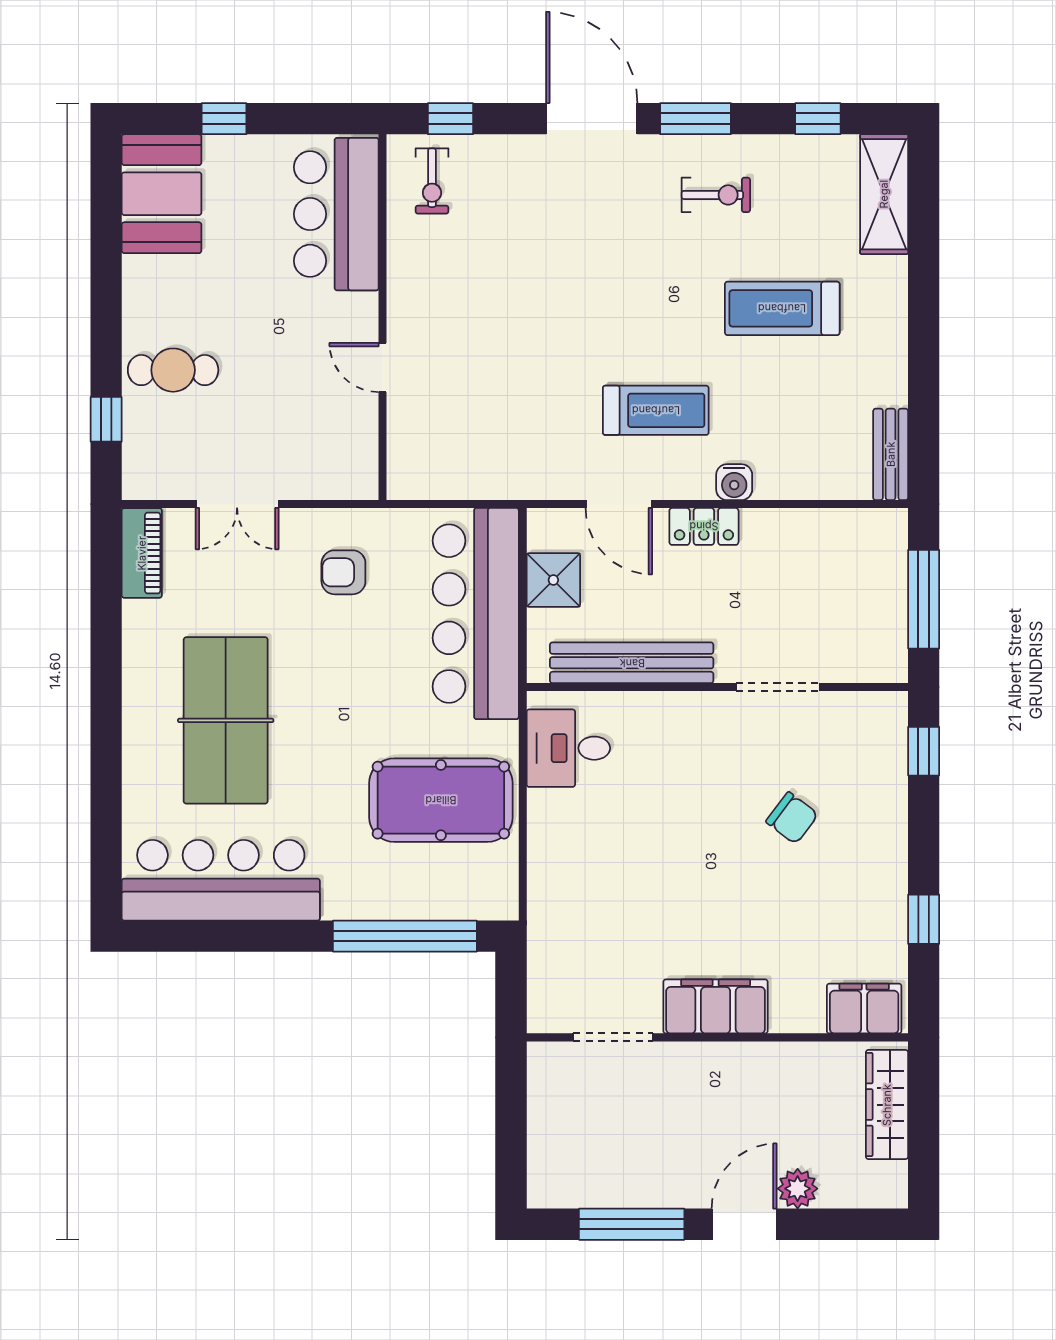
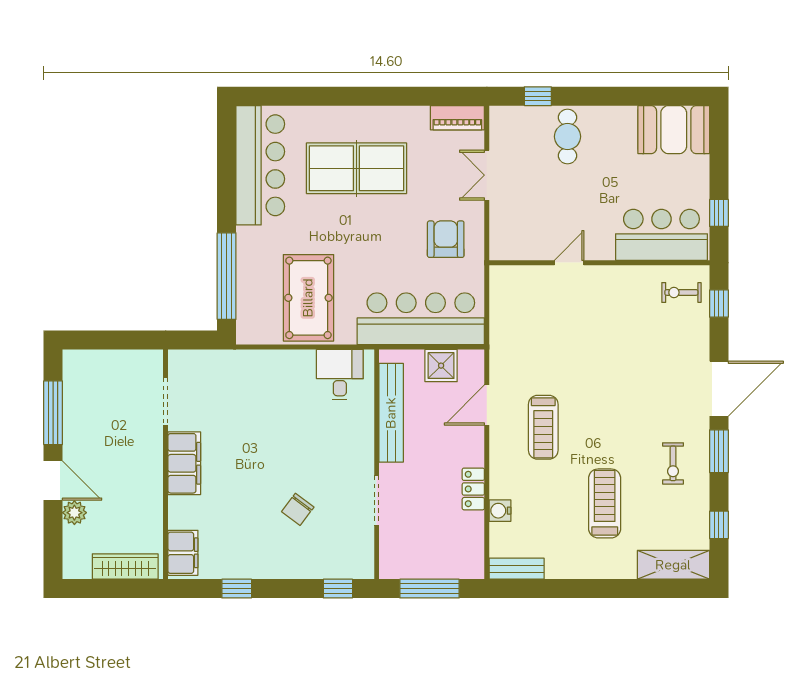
window: (224, 119) -> (719, 213), moved
water cooler: (734, 482) -> (500, 511), moved
locker: (704, 526) -> (473, 489), moved
armchair: (343, 572) -> (446, 239), width x1.38, depth x1.38

